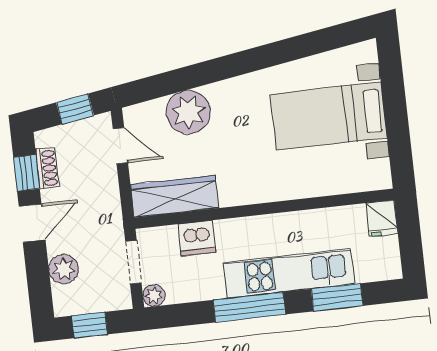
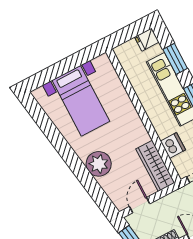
plant: (188, 112) -> (99, 164), moved
fridge: (382, 218) -> (147, 40), moved, turned 180

